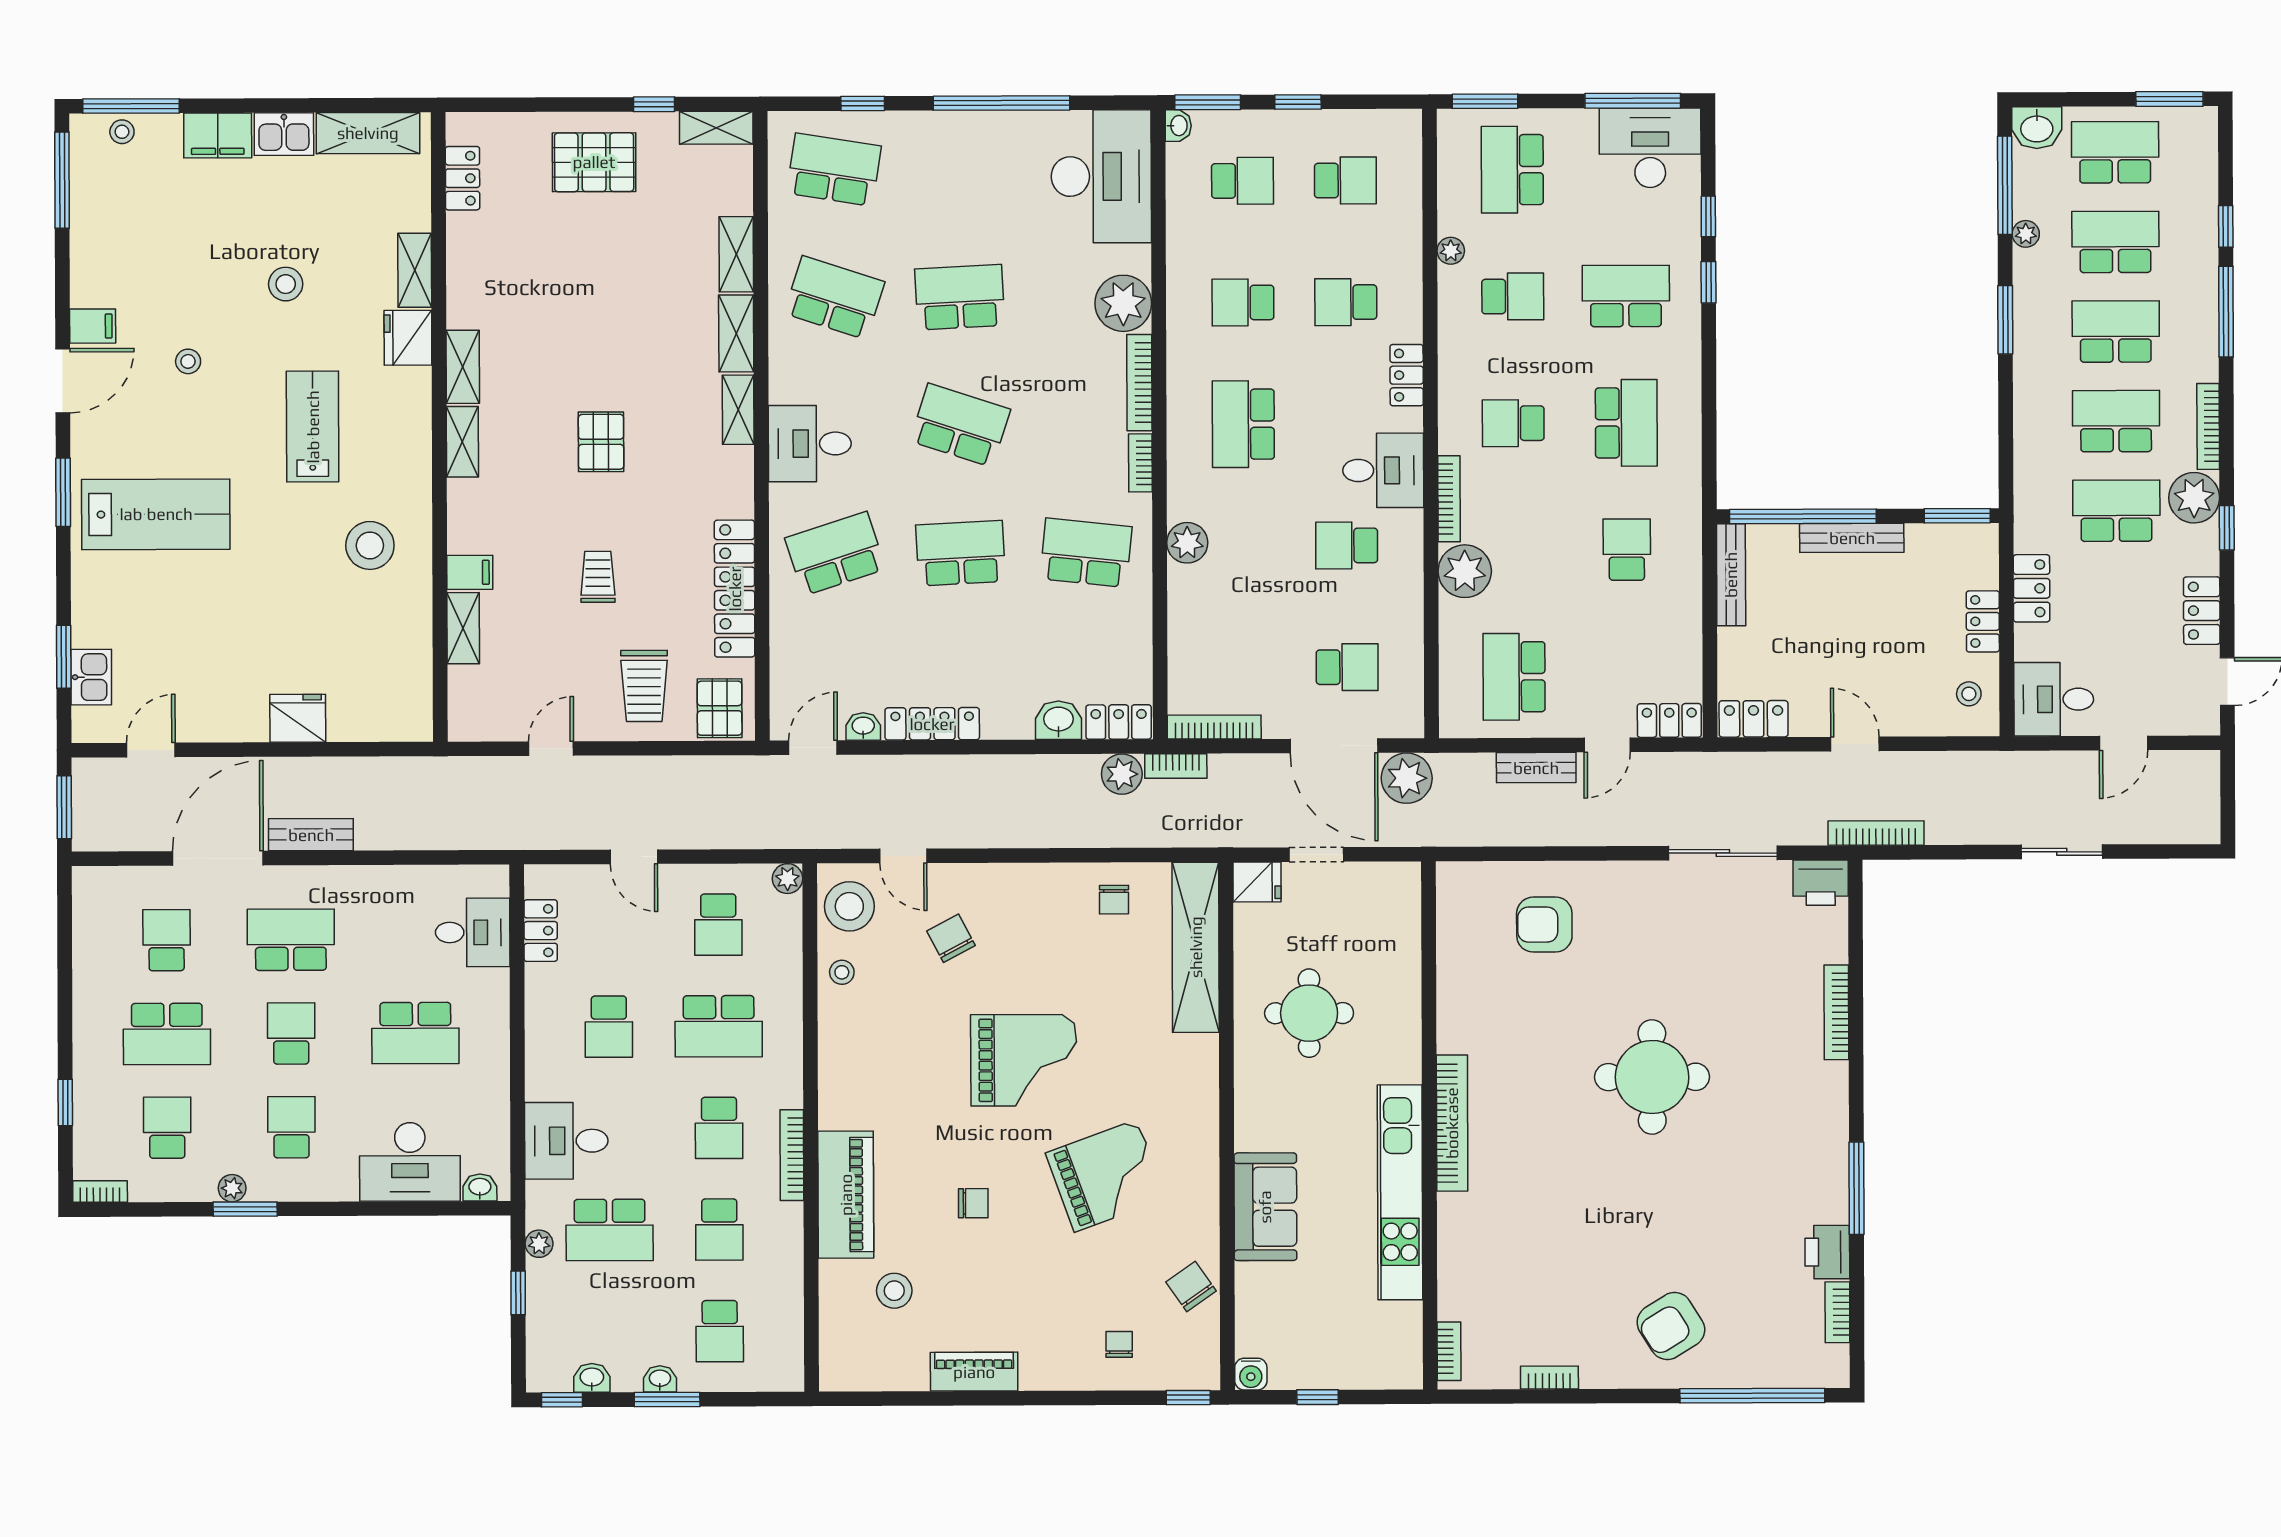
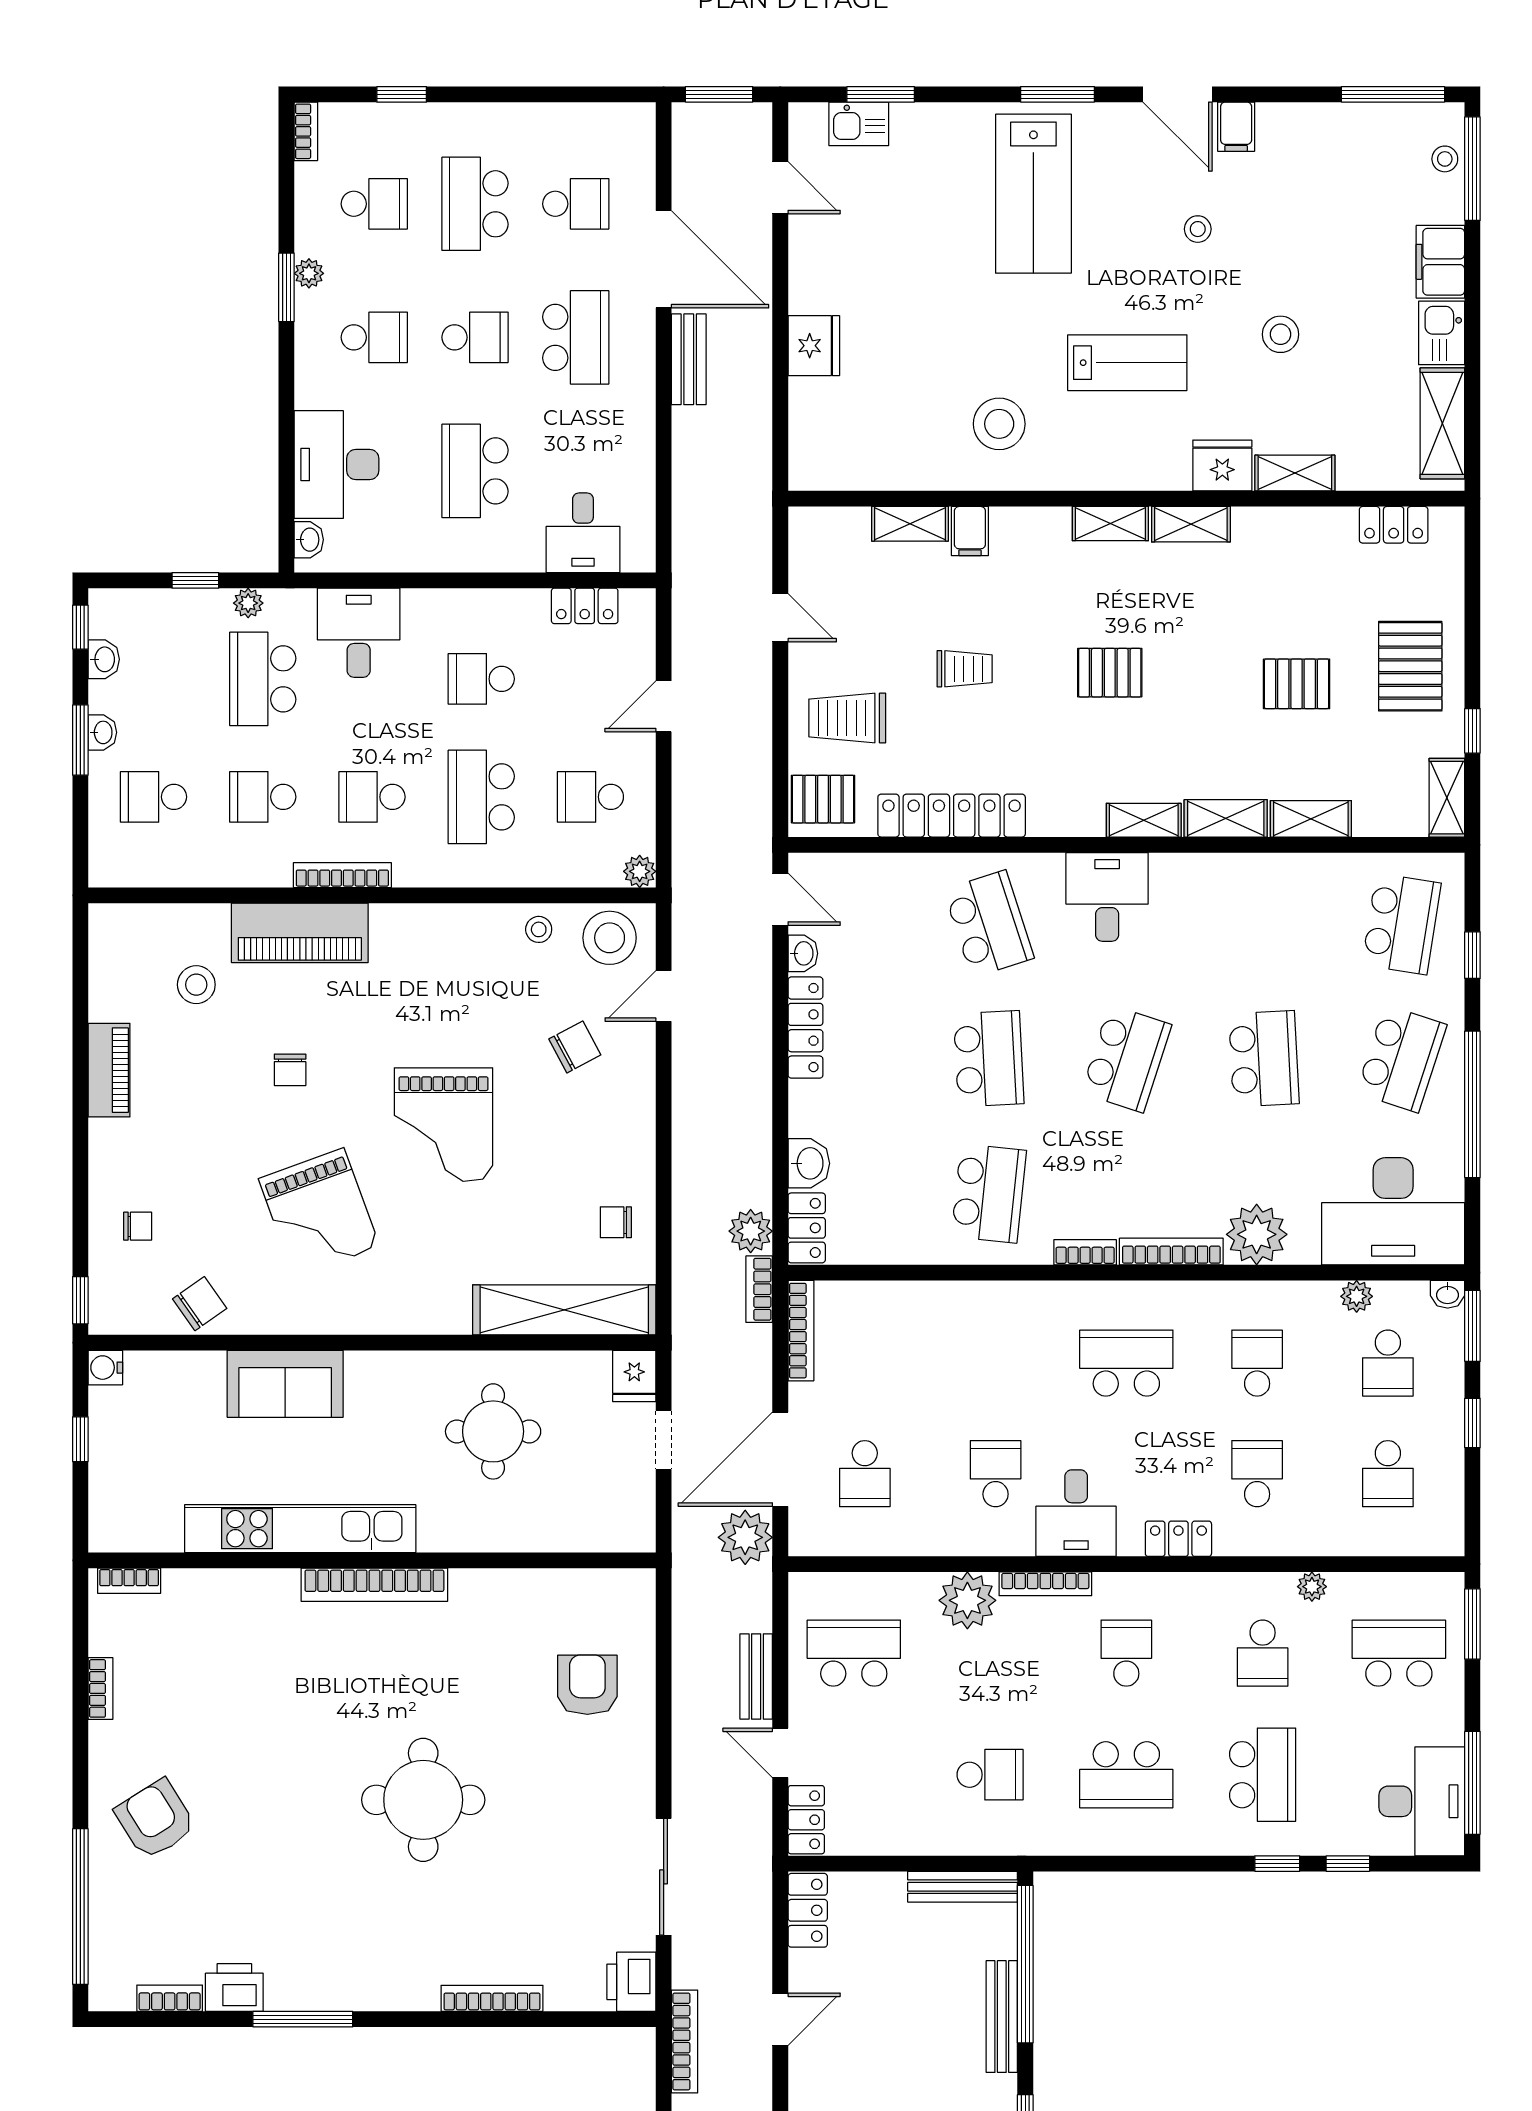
pallet: (611, 268) -> (1297, 684), added
school desk: (834, 298) -> (1401, 1059), moved
plant: (1187, 543) -> (1357, 1296), moved, width x0.73, depth x0.73

